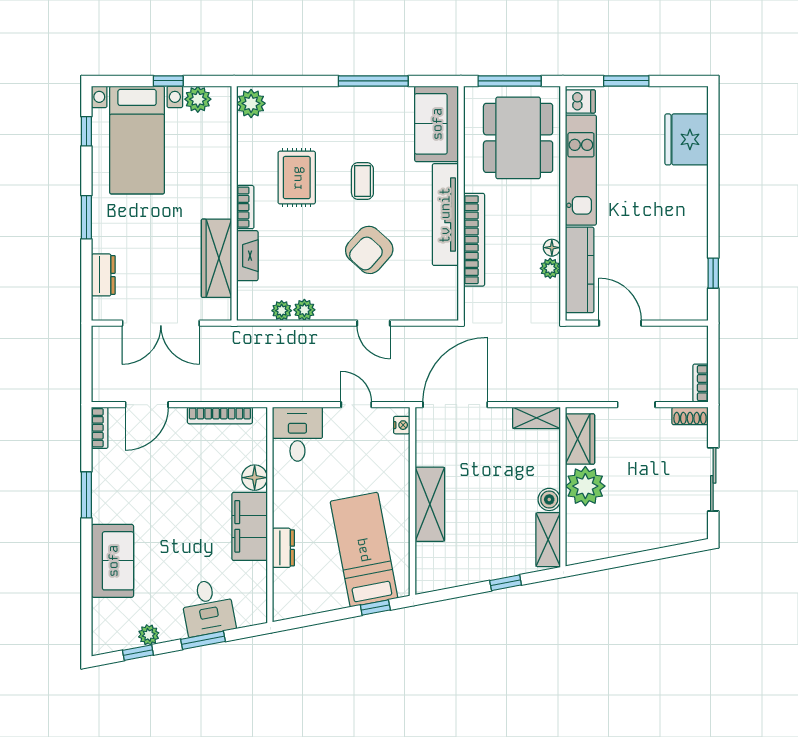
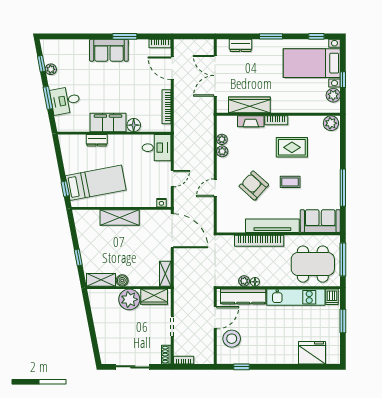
stool: (660, 292) -> (232, 339), added
sofa: (113, 561) -> (109, 50), moved

